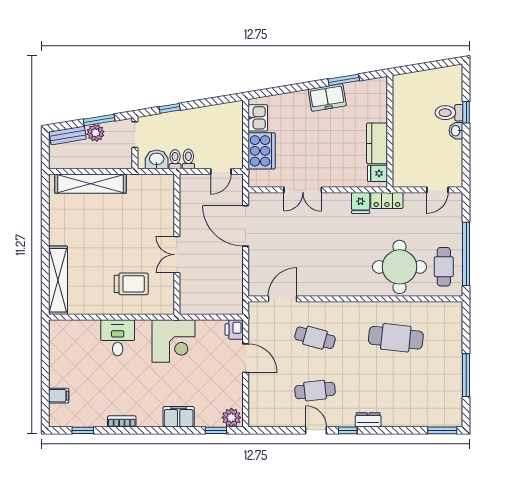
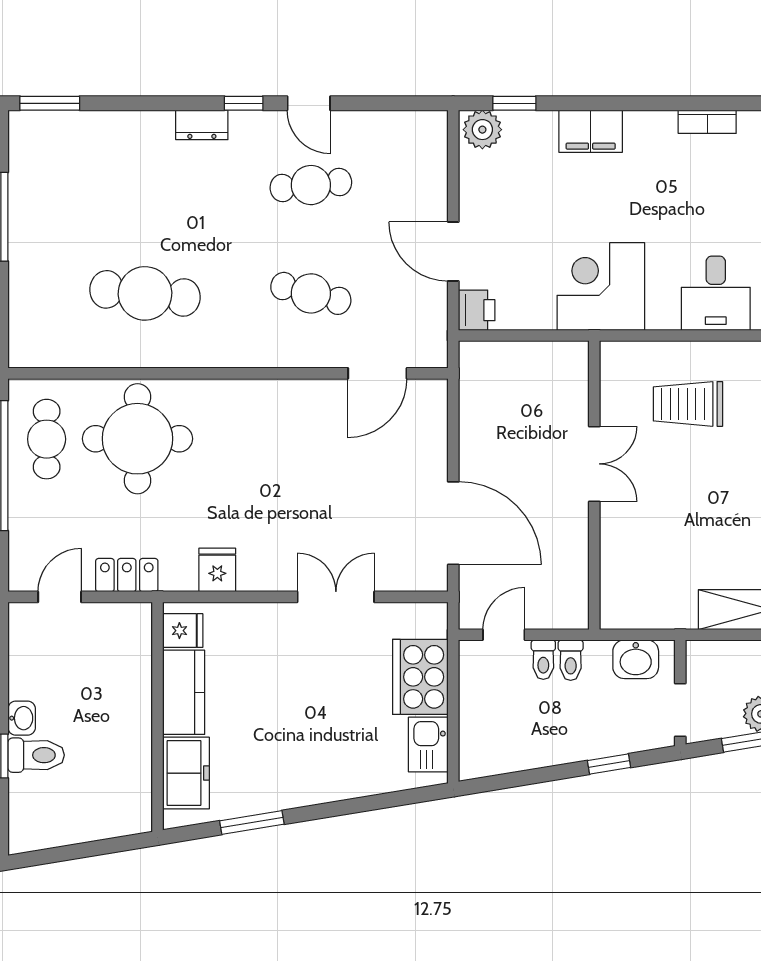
freezer: (327, 97) -> (186, 773), moved, turned 99
toilet: (175, 159) -> (543, 660), moved
locker: (387, 200) -> (127, 575), moved

